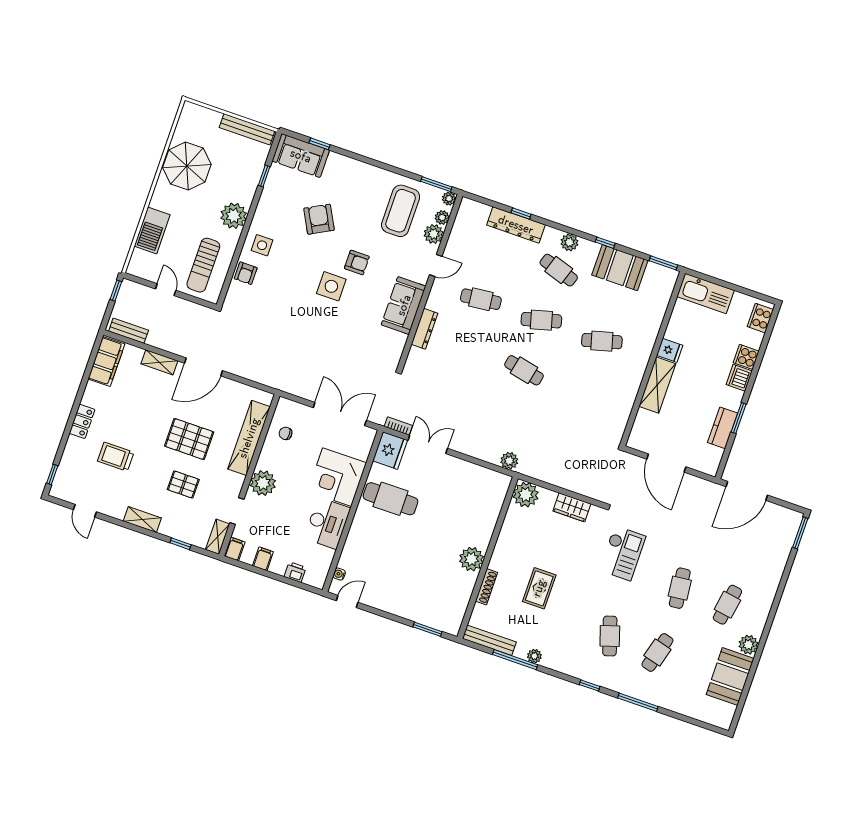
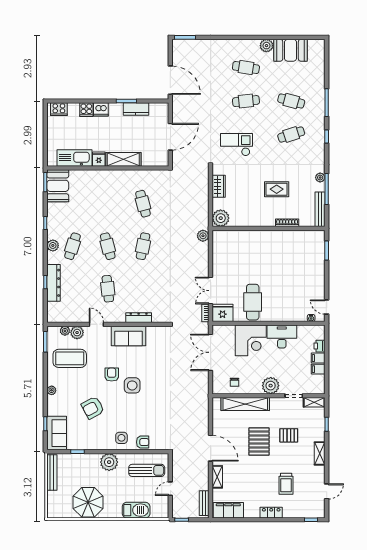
plant: (449, 199) -> (52, 390), moved
booth: (620, 268) -> (58, 186), moved
kitchen sink: (705, 293) -> (74, 158), moved, turned -90
cafe table: (602, 341) -> (143, 204), moved
pallet: (183, 484) -> (289, 435), turned 90
filing cabinet: (235, 549) -> (318, 358), moved
plant: (471, 559) -> (273, 238), removed

